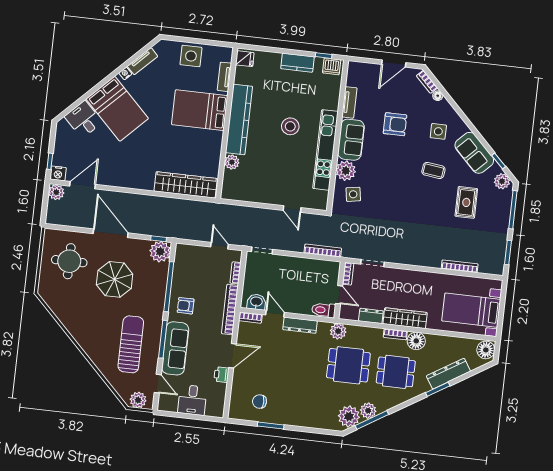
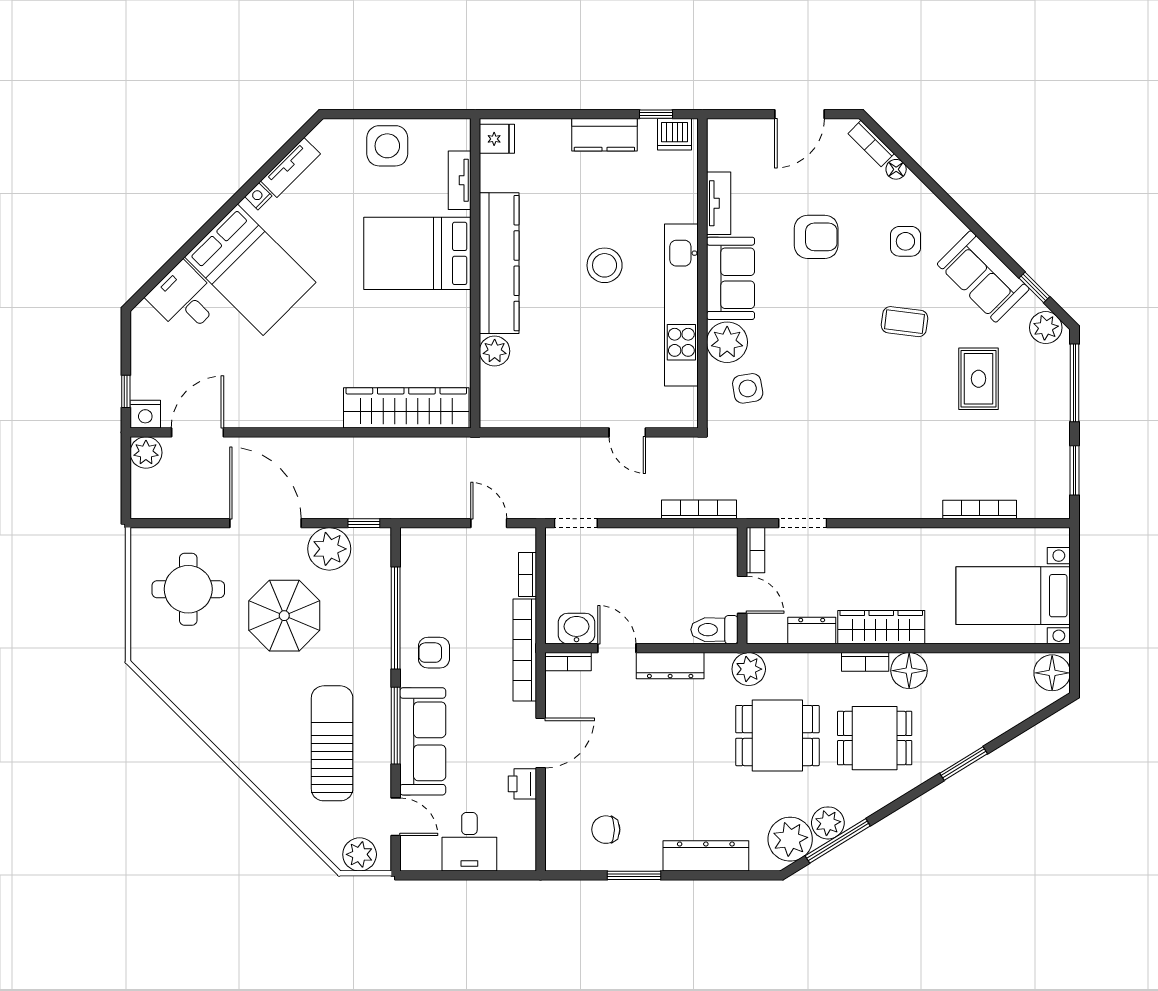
plant: (160, 252) -> (329, 549), moved
dresser: (448, 374) -> (706, 856), moved, turned 32

